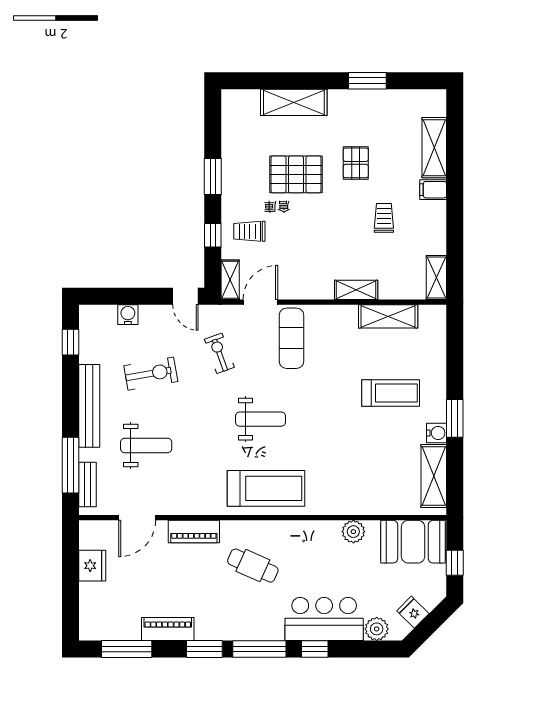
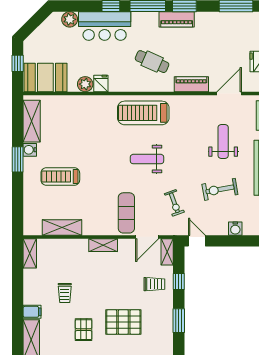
shelving: (356, 290) -> (103, 245), moved
weight bench: (146, 445) -> (223, 141), turned 90
fridge: (413, 612) -> (101, 83), moved, turned -135
piano: (168, 629) -> (177, 19), moved

